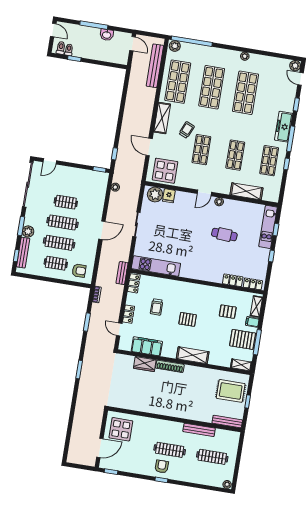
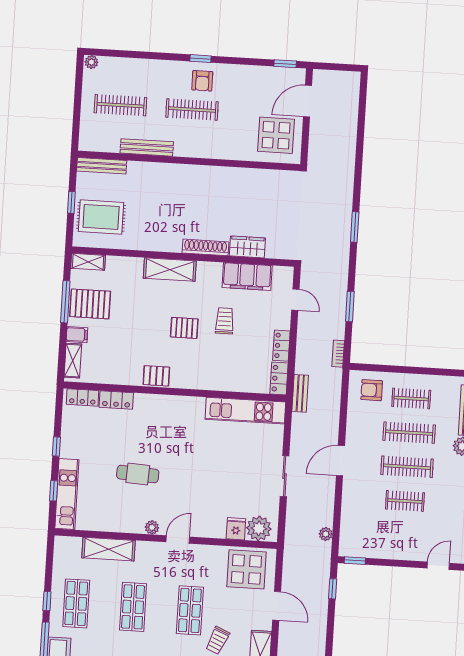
trolley: (157, 307) -> (225, 321), moved
pallet: (228, 312) -> (156, 376), moved
locker: (129, 314) -> (281, 346), moved

